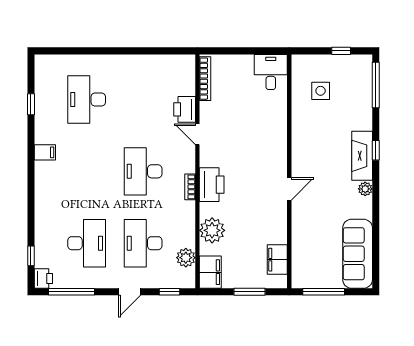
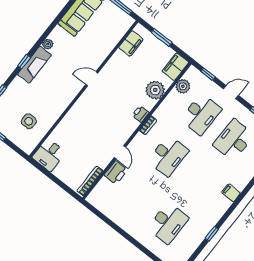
window: (31, 104) -> (212, 234), moved
filing cabinet: (45, 152) -> (231, 193), moved
printer: (212, 185) -> (141, 114), width x0.53, depth x0.68

